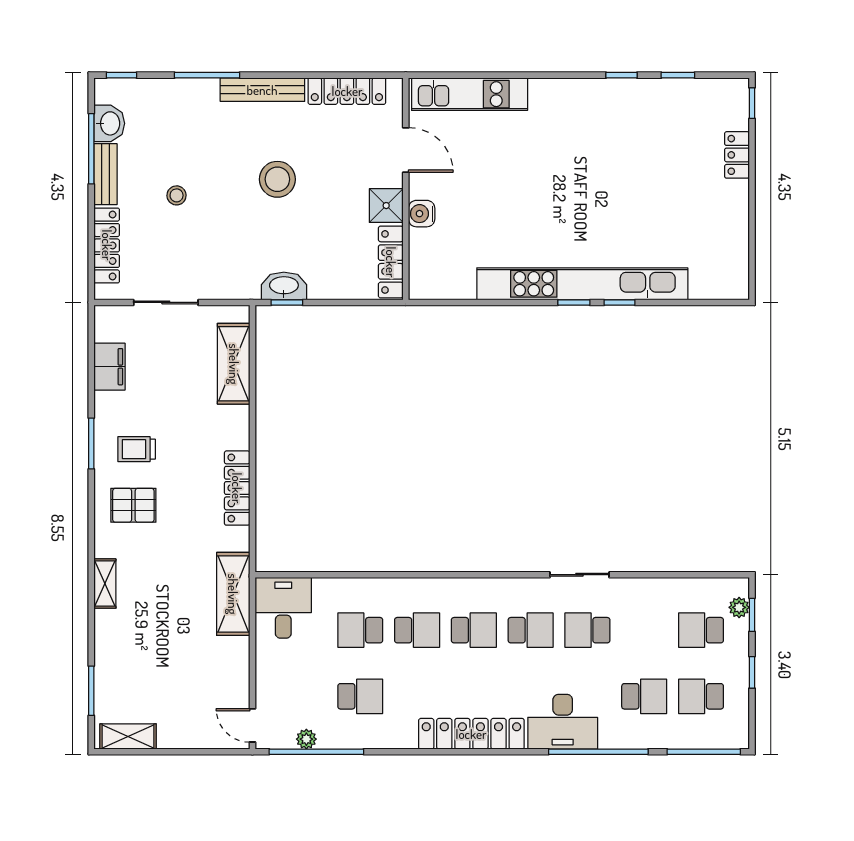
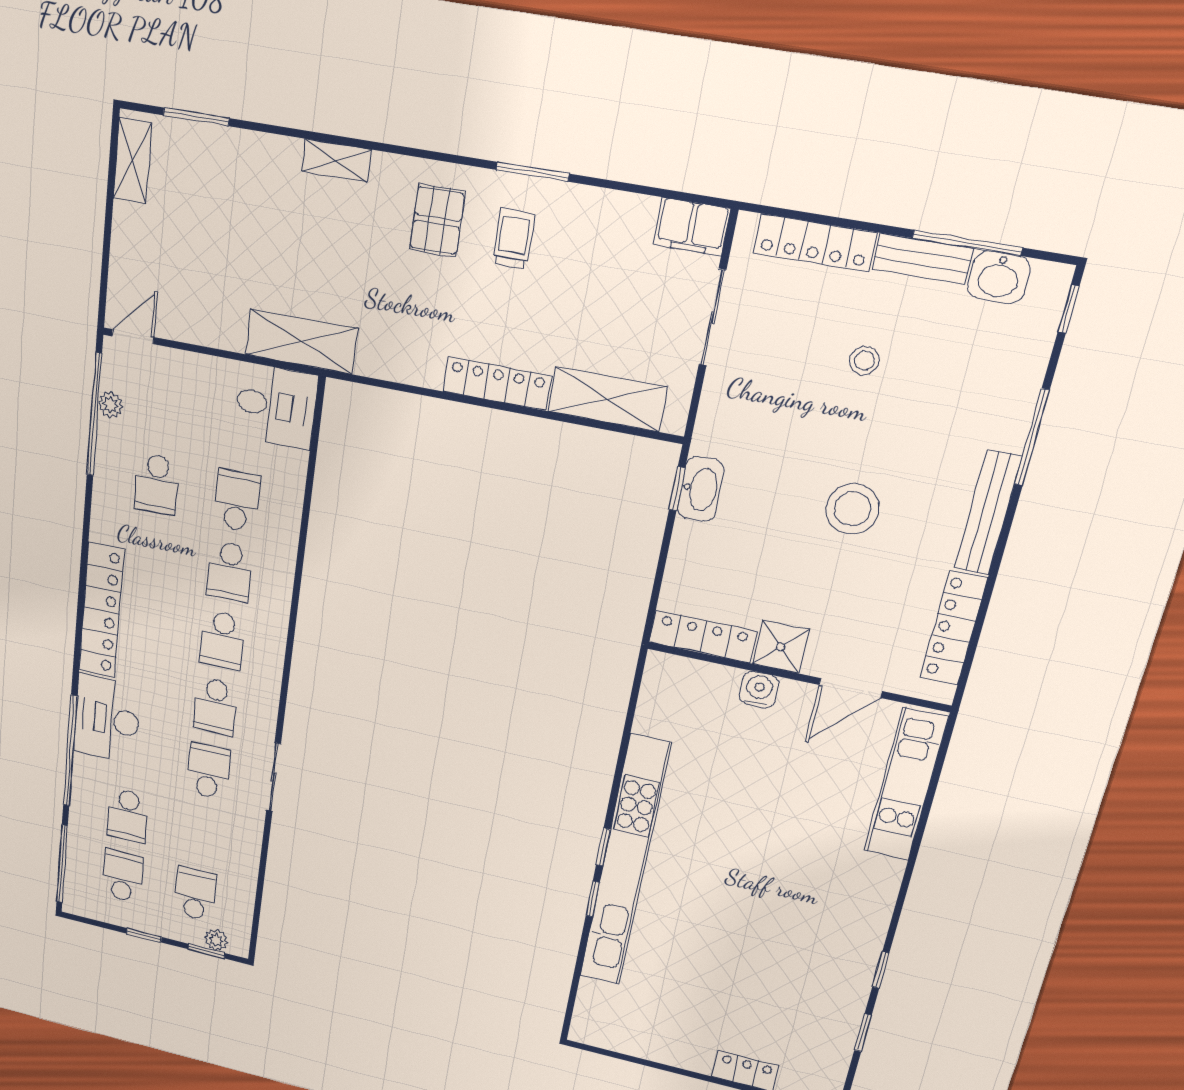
filing cabinet: (109, 367) -> (692, 227), moved
locker: (237, 488) -> (497, 384), moved

